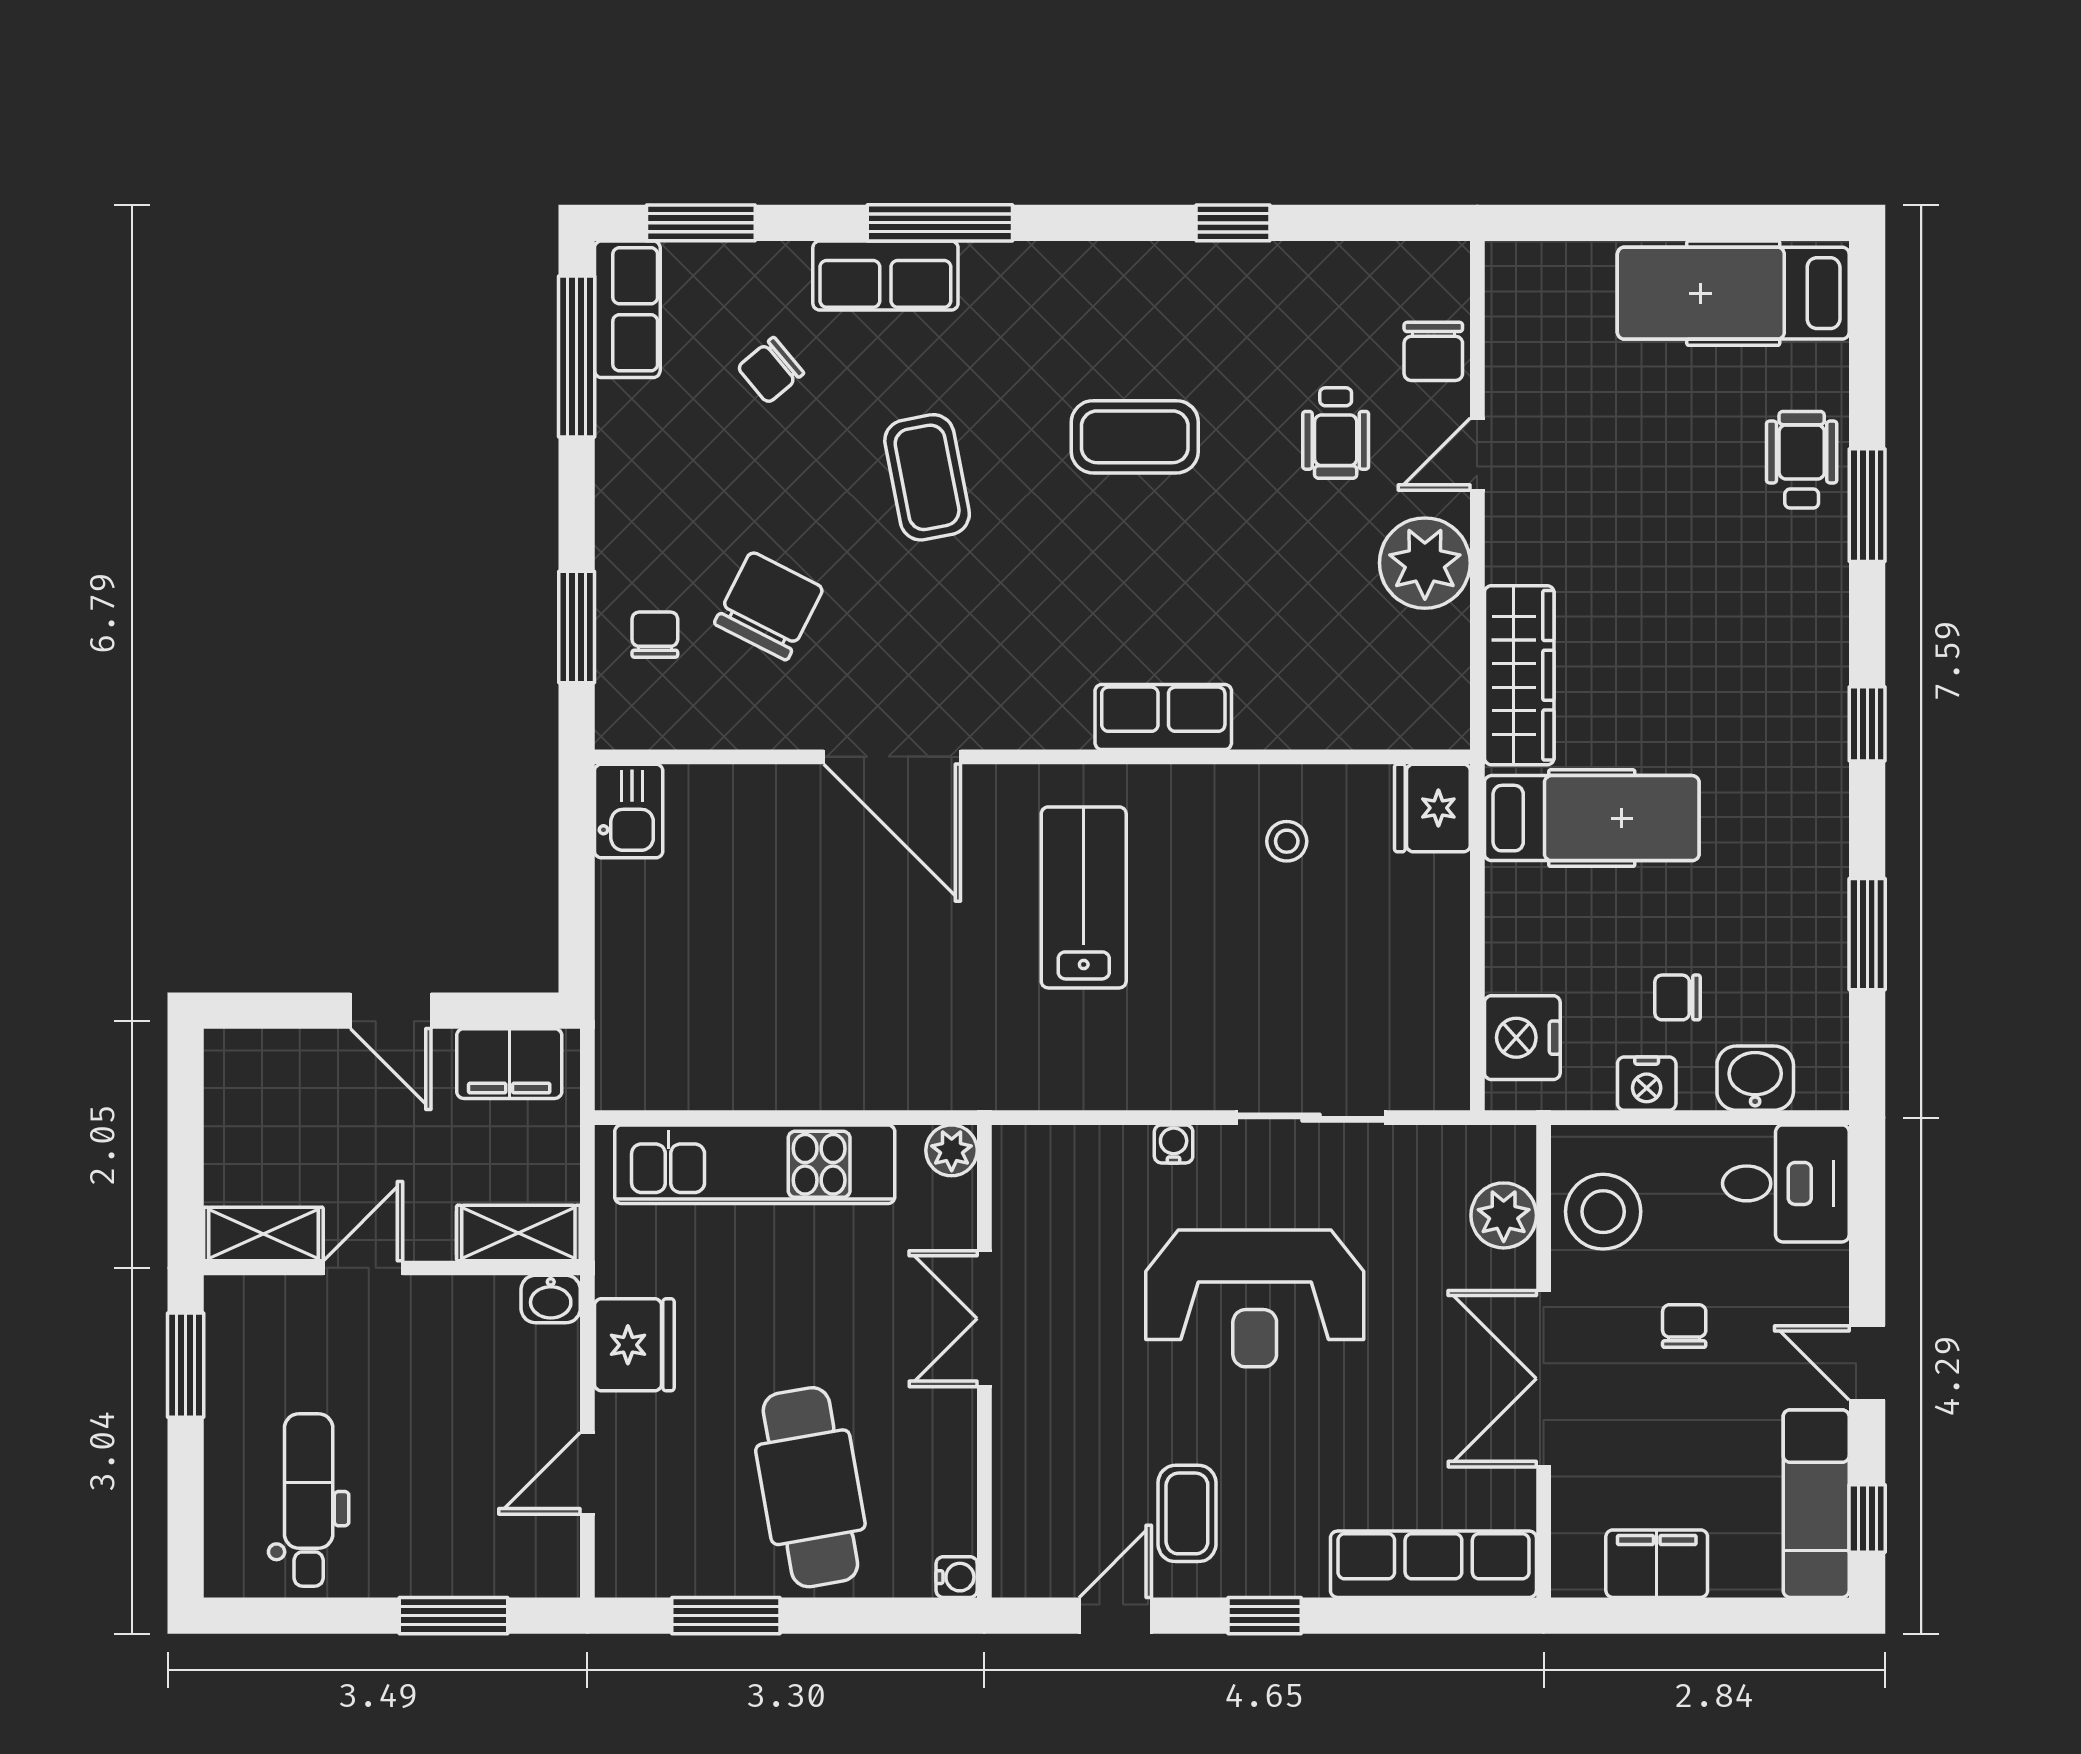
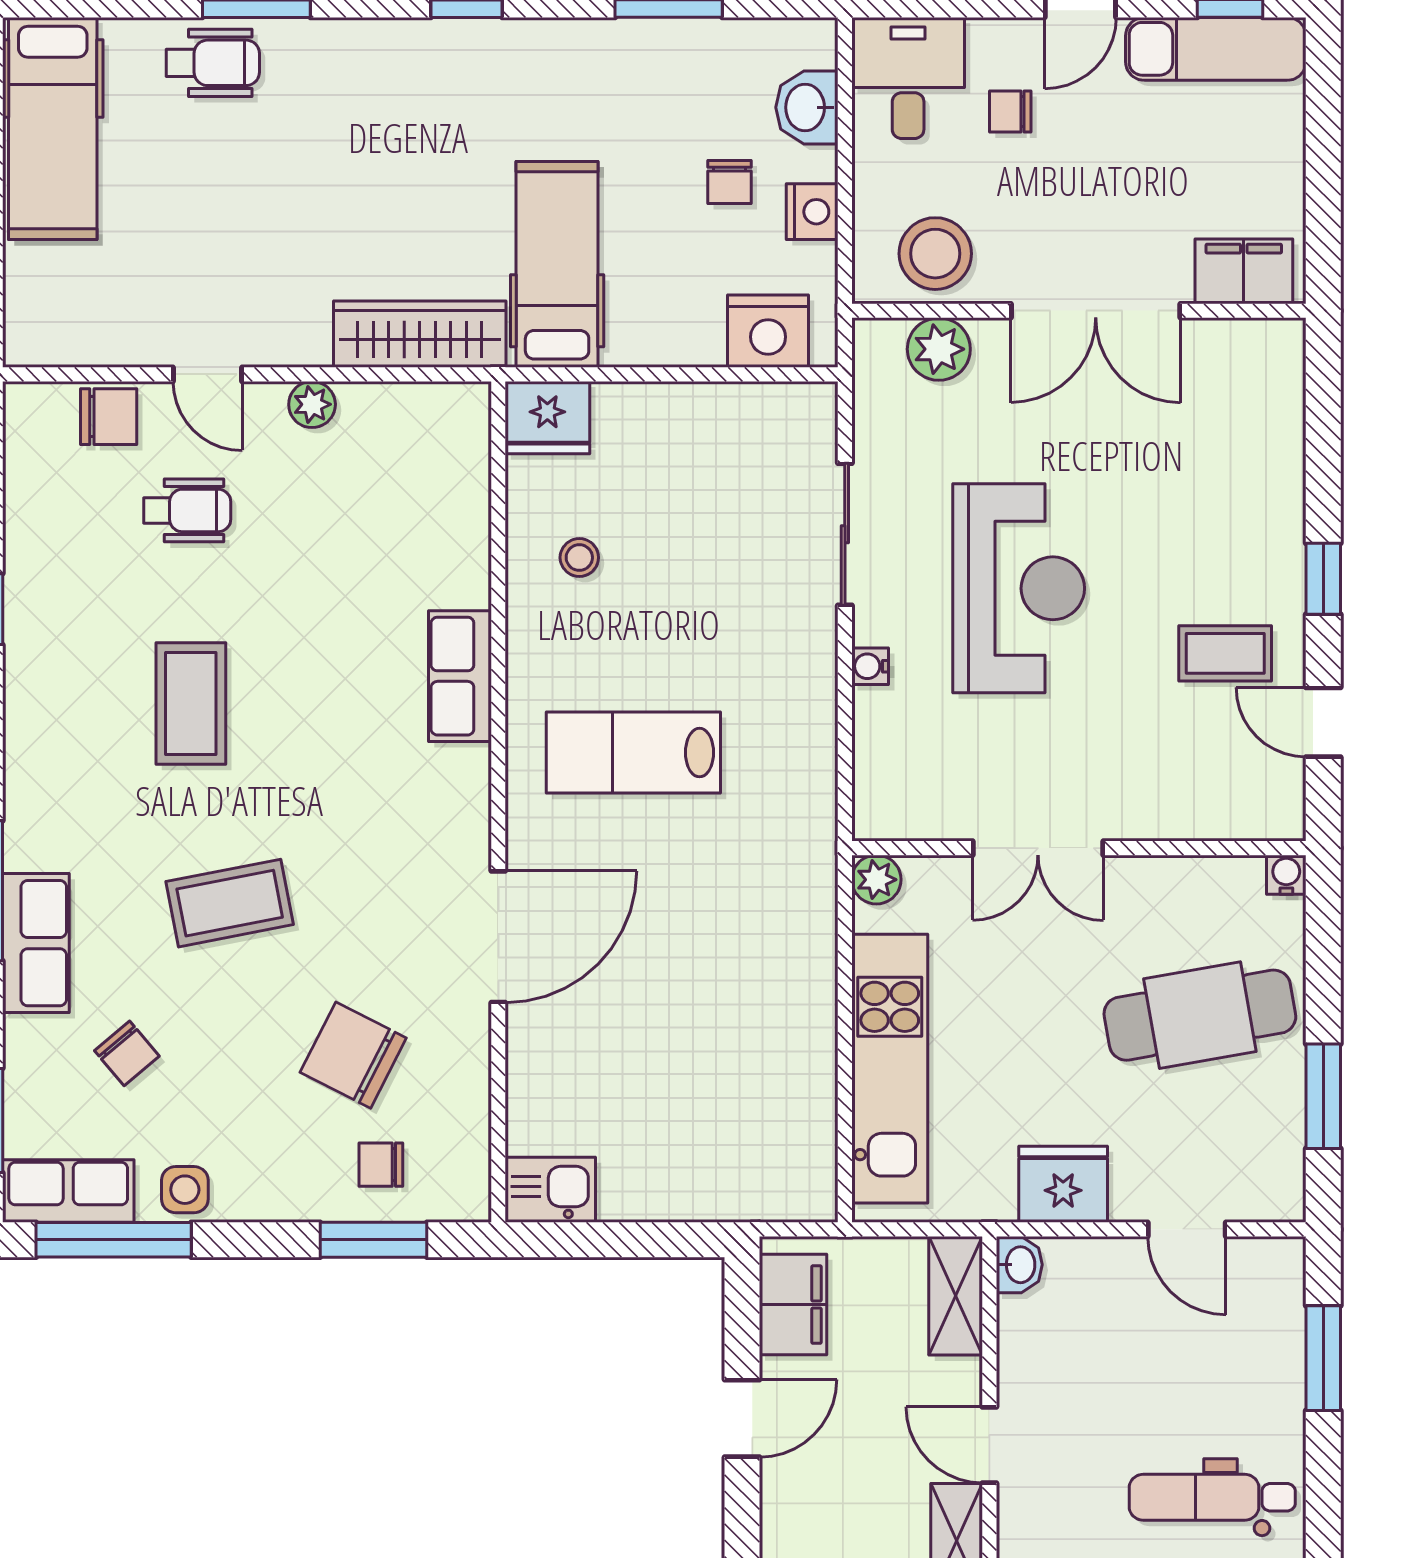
side table: (629, 431) -> (185, 1190), added
wheelchair: (1802, 460) -> (213, 63), turned 180
plant: (1425, 563) -> (312, 404), width x0.53, depth x0.53
chair: (1684, 1326) -> (1010, 111), moved
row of seats: (1433, 1564) -> (1274, 417), removed
filing cabinet: (1657, 1564) -> (1244, 271), moved, turned 90

